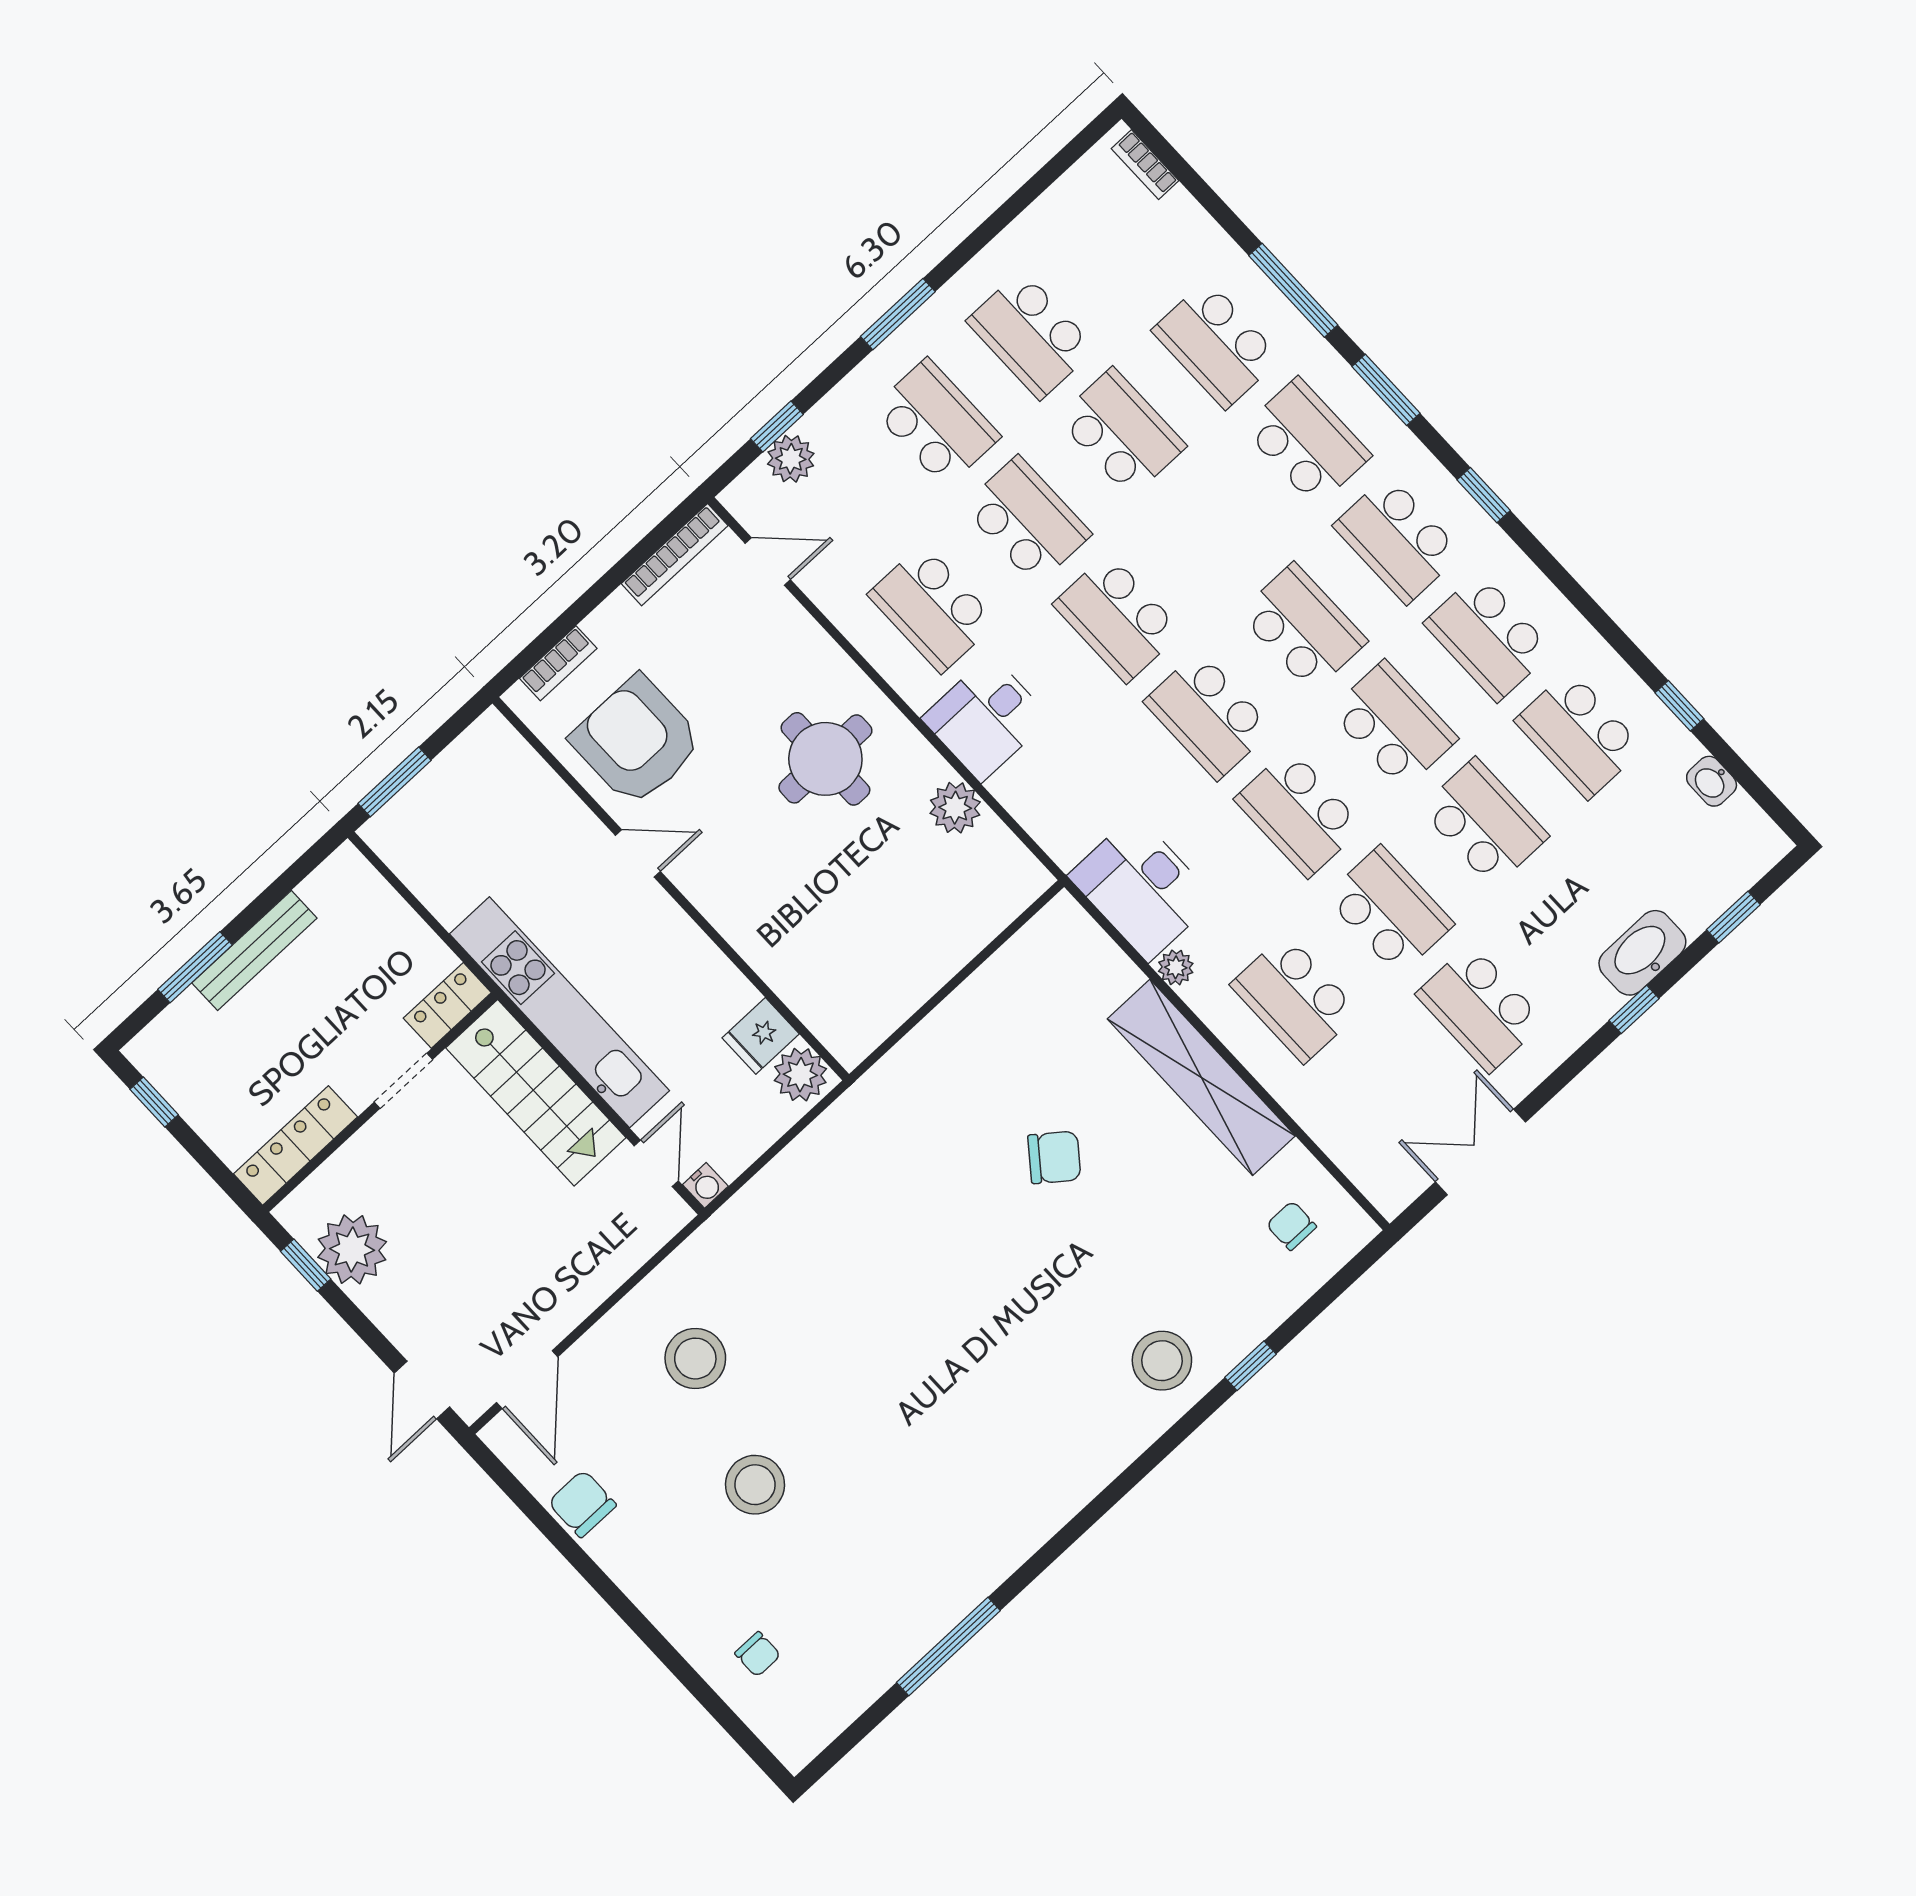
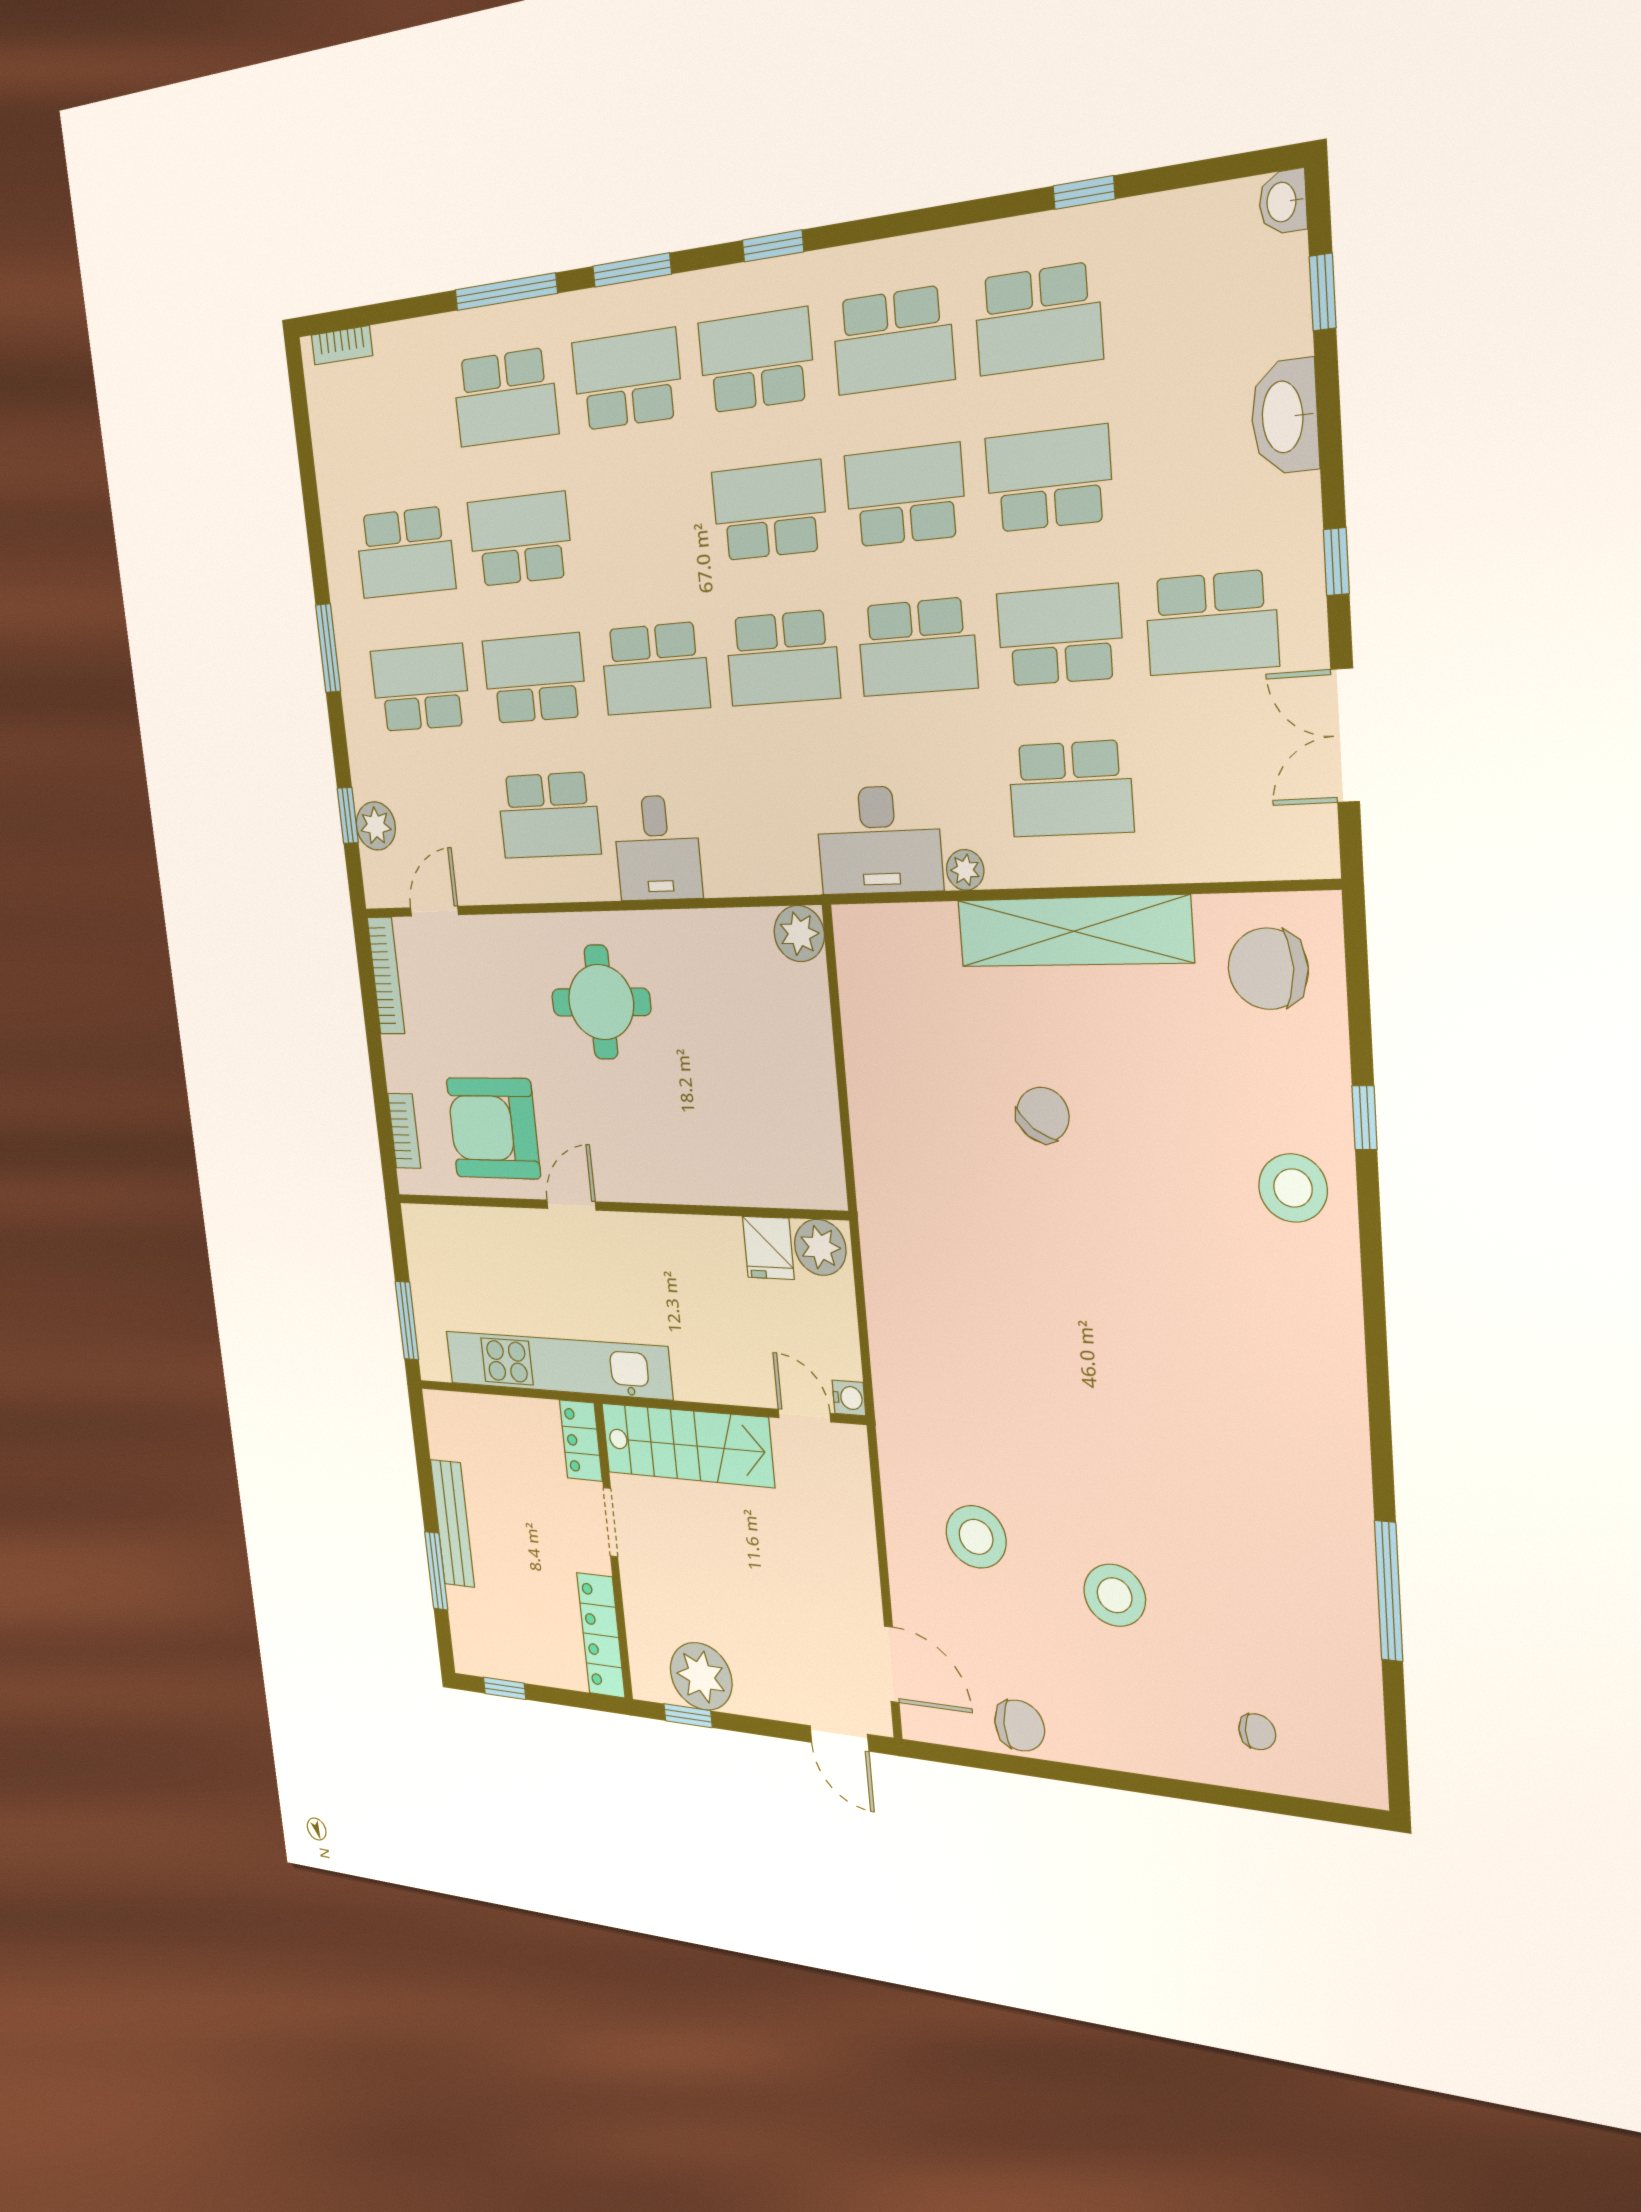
school desk: (1398, 539) -> (756, 361), turned 180
washbasin: (1712, 781) -> (1283, 202), moved, turned 90
plant: (955, 808) -> (799, 934), moved
window: (1634, 1009) -> (1336, 562), moved
kitchen unit: (559, 1012) -> (557, 1365), moved
chair: (1291, 1226) -> (1268, 969), width x1.87, depth x1.87
chair: (582, 1504) -> (1020, 1726), turned 180

